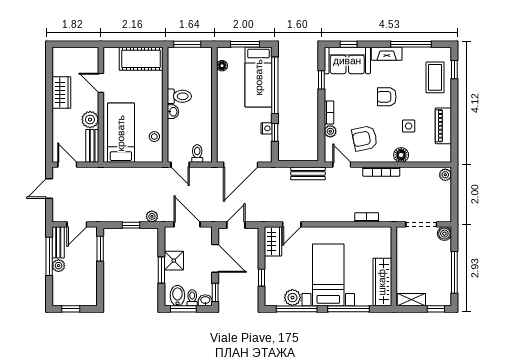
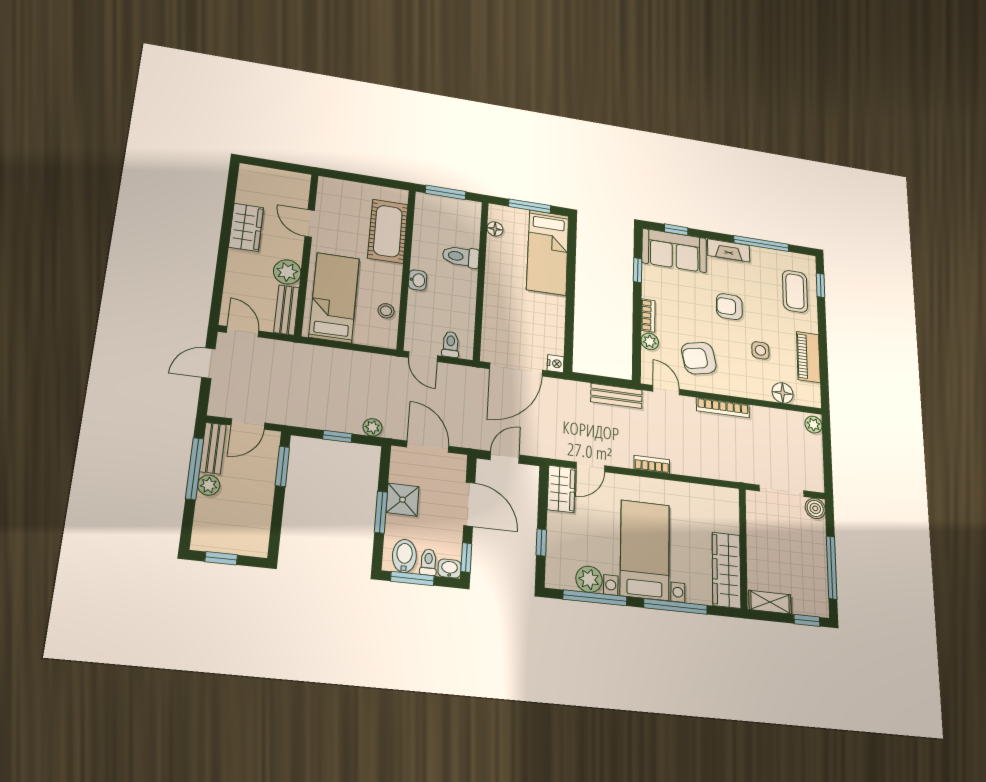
cot: (141, 59) -> (388, 231), moved, turned 90
window: (275, 85) -> (571, 267), removed
toilet: (179, 96) -> (461, 257), moved, turned 180
nightstand: (267, 128) -> (556, 364), moved
window: (275, 132) -> (569, 331), removed
floor lamp: (401, 155) -> (783, 393), moved
bookcase: (367, 217) -> (652, 464), moved

